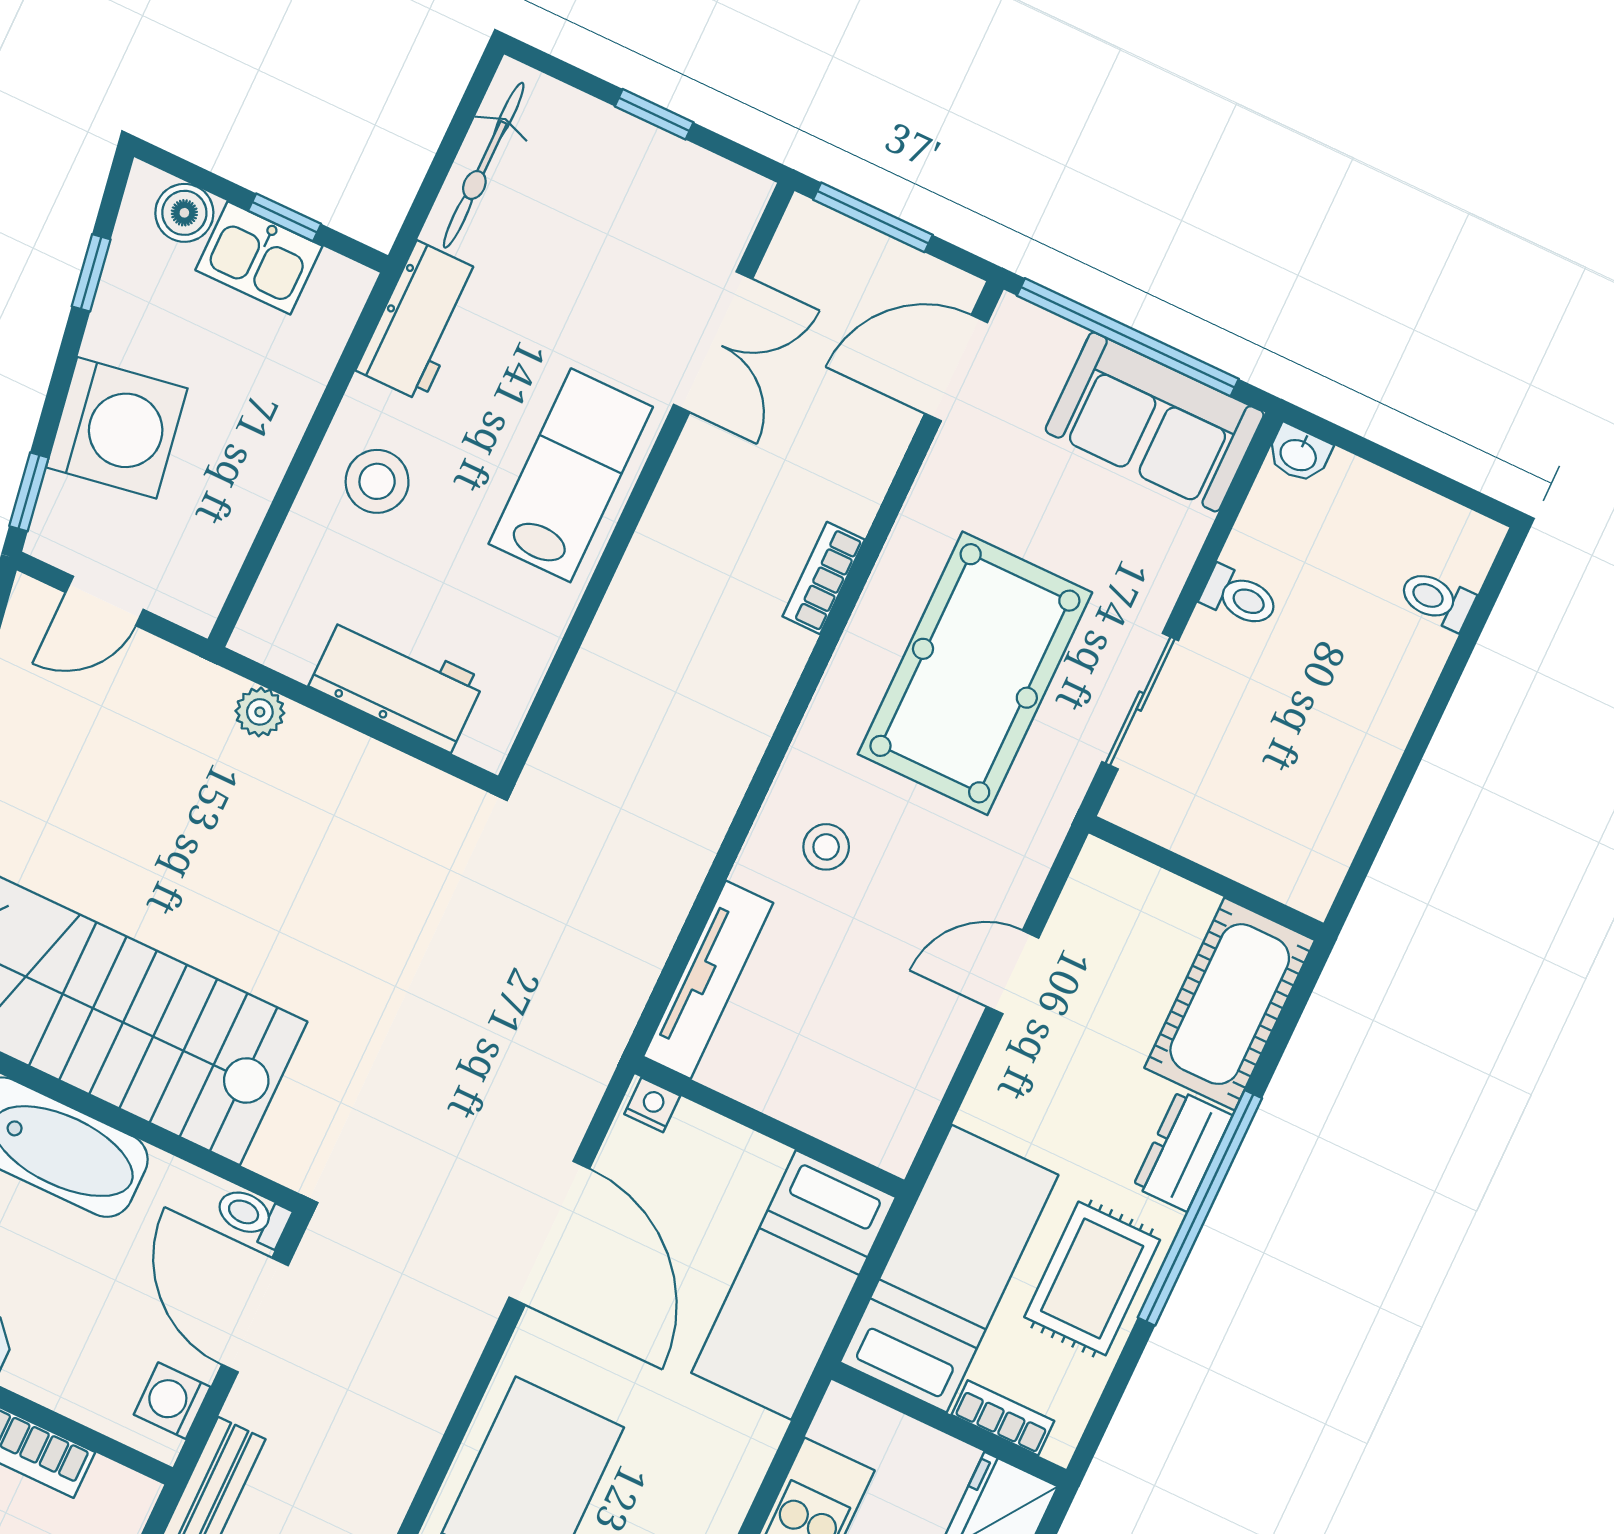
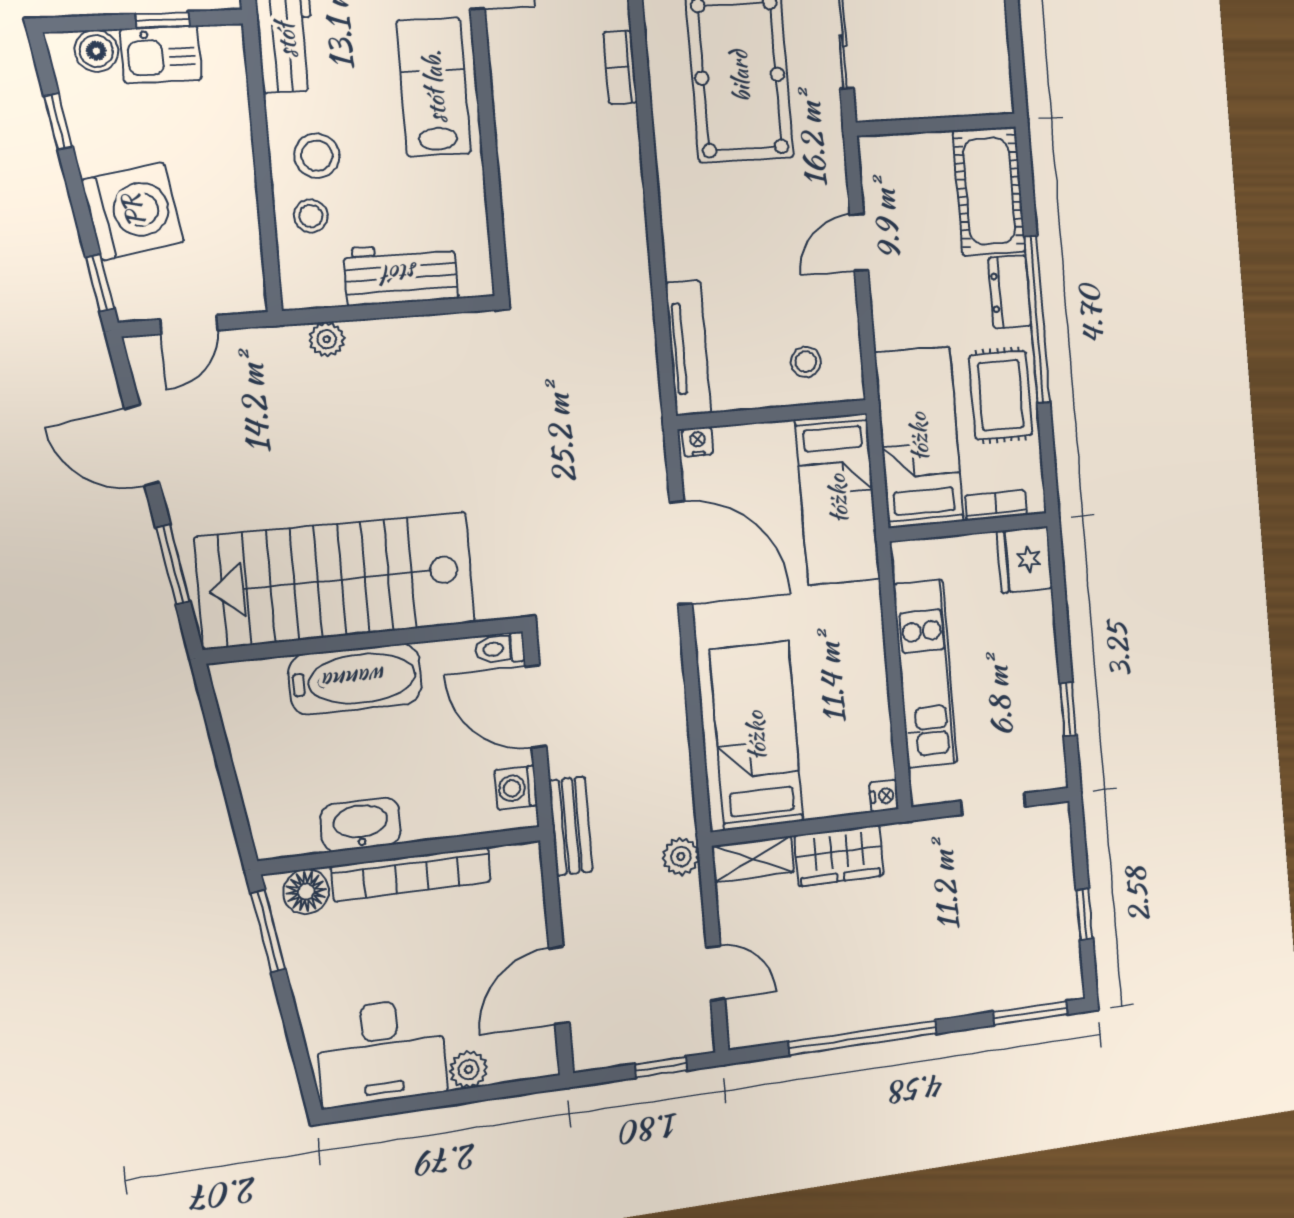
stool: (327, 551) -> (311, 216), added
stool: (826, 847) -> (806, 362), moved

